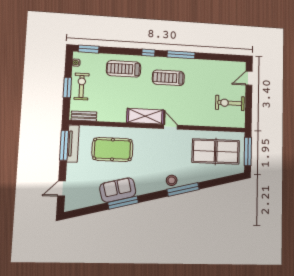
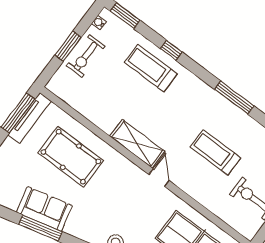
window: (148, 53) -> (171, 50), moved
treadmill: (168, 78) -> (216, 152), moved
exercise bike: (82, 86) -> (86, 56), turned 180
bench: (84, 116) -> (64, 94), removed

